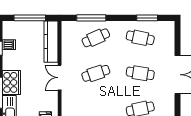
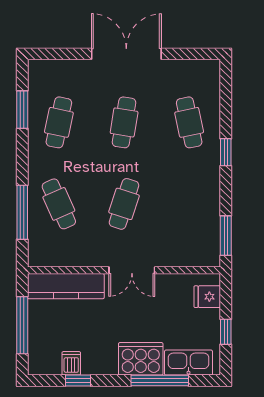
cafe table: (96, 73) -> (124, 204), turned 36

